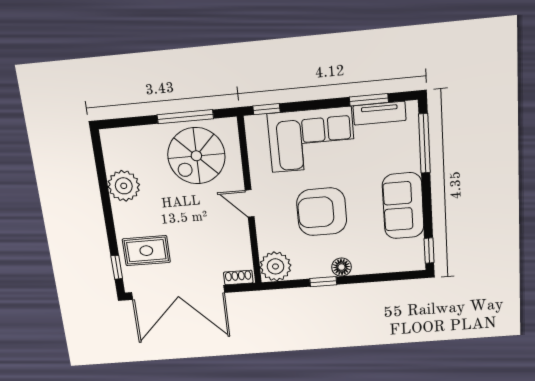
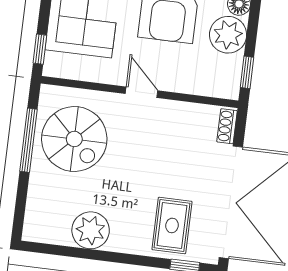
door: (250, 204) -> (141, 92), swing flipped
plant: (275, 266) -> (228, 35), moved
window: (323, 282) -> (247, 72), moved

